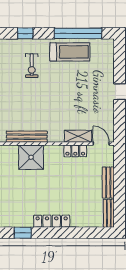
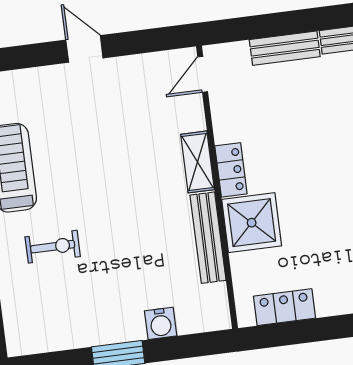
shelving: (78, 136) -> (198, 162), moved
locker: (75, 151) -> (231, 170), moved

